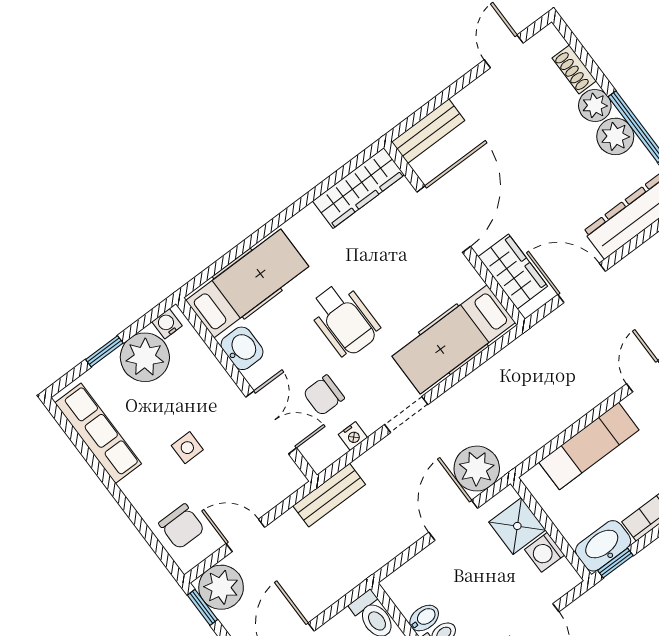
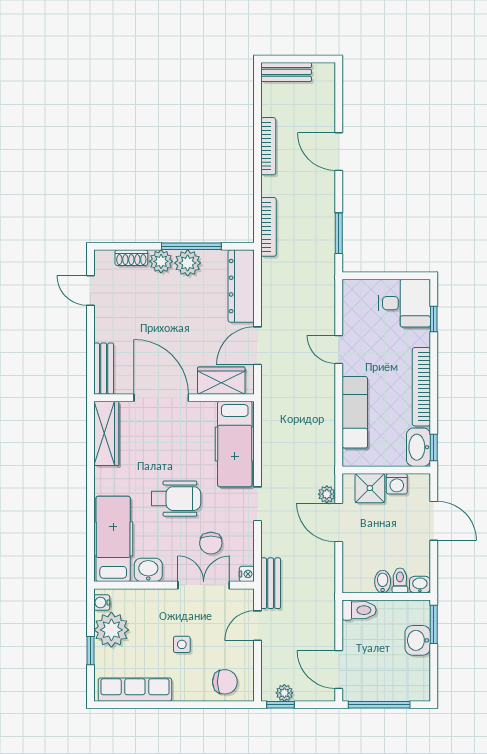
nightstand: (353, 436) -> (247, 574), moved
plant: (477, 469) -> (327, 494), width x0.53, depth x0.53
door: (245, 535) -> (258, 626), moved
plant: (221, 587) -> (284, 693), width x0.53, depth x0.53

